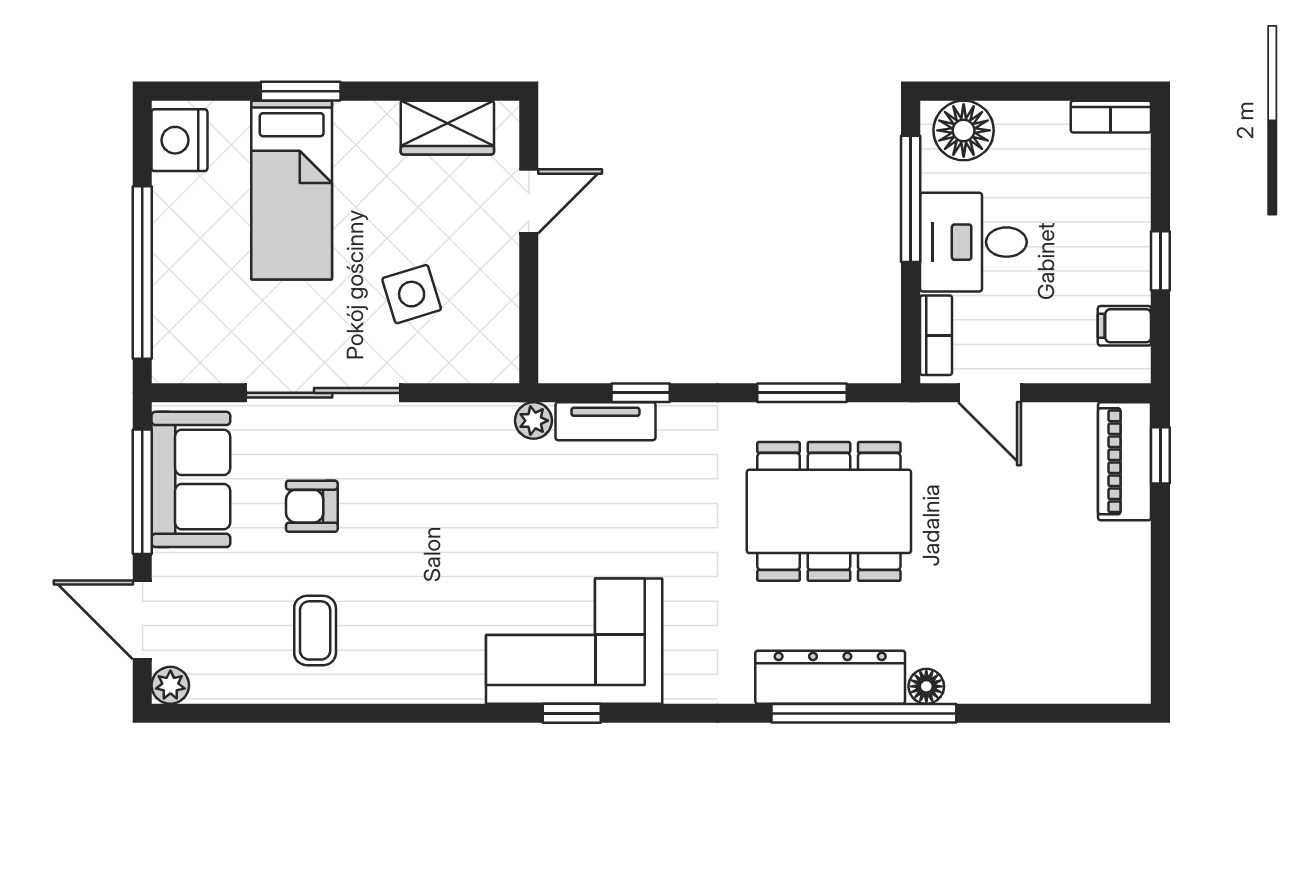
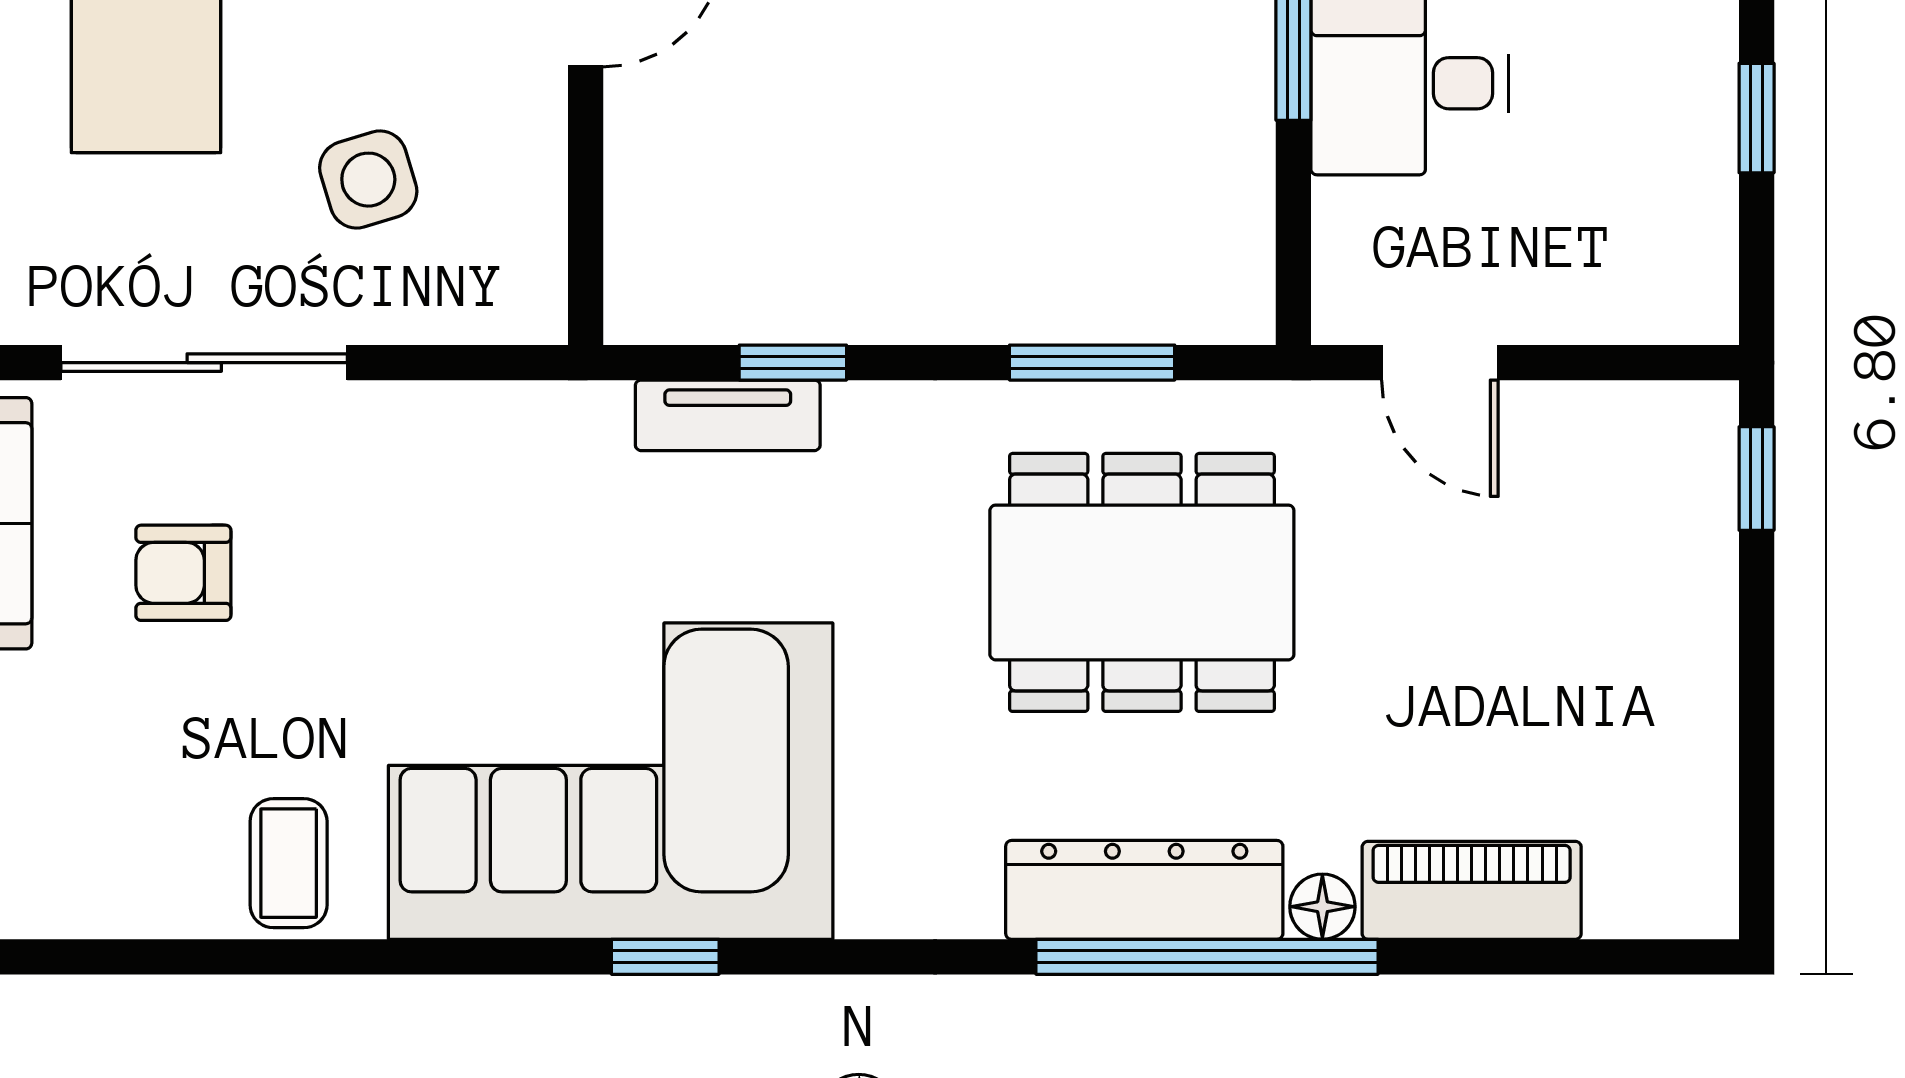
filing cabinet: (1124, 326) -> (1690, 238), removed
bookcase: (936, 335) -> (1340, 256), removed
plant: (534, 421) -> (594, 414), removed
piano: (1125, 461) -> (1472, 890), moved, turned 90
coffee table: (315, 630) -> (289, 863), moved
corner sofa: (574, 641) -> (611, 781), width x1.36, depth x1.36

